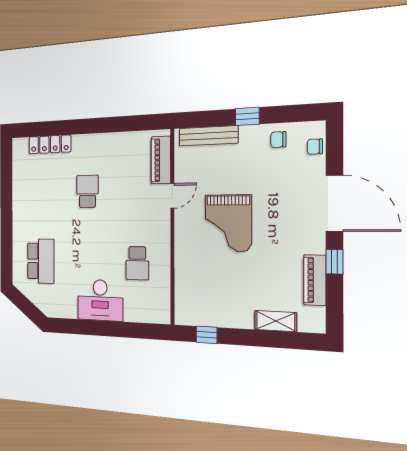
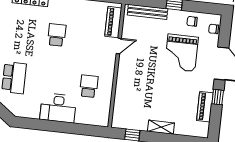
grand piano: (228, 223) -> (181, 53), moved
school desk: (137, 263) -> (89, 86), turned 180
shelving: (276, 321) -> (161, 127), moved

